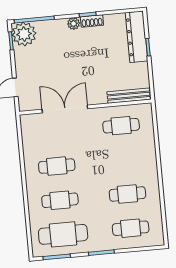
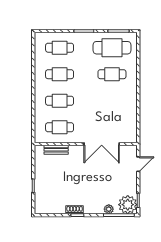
plant: (74, 24) -> (109, 209), moved
dresser: (136, 37) -> (41, 195), removed
bench: (129, 96) -> (56, 150), width x0.73
cafe table: (57, 166) -> (60, 101), moved

